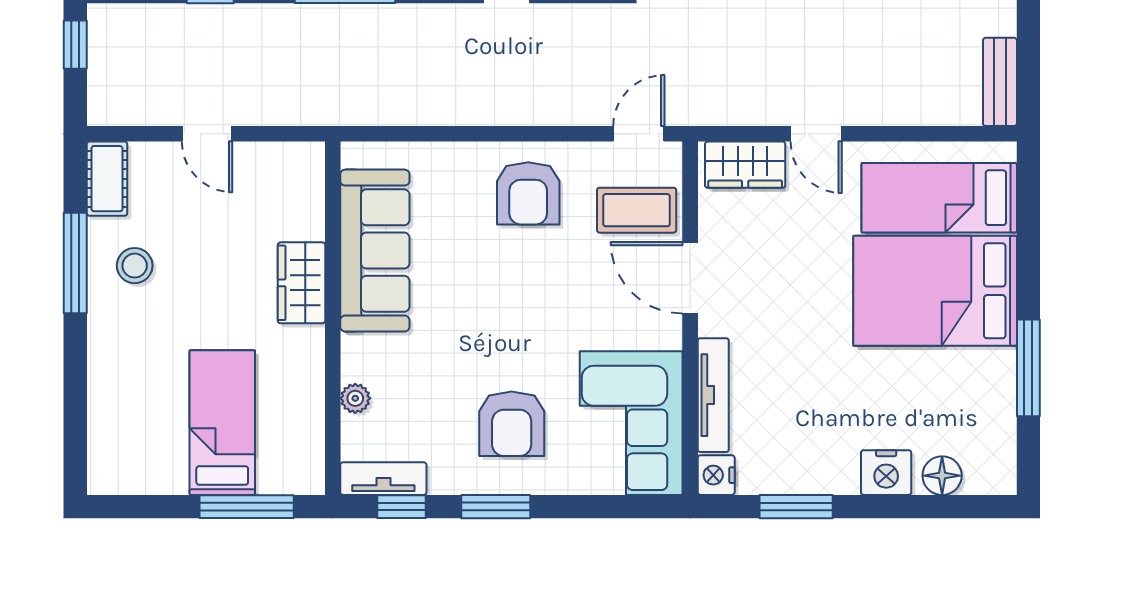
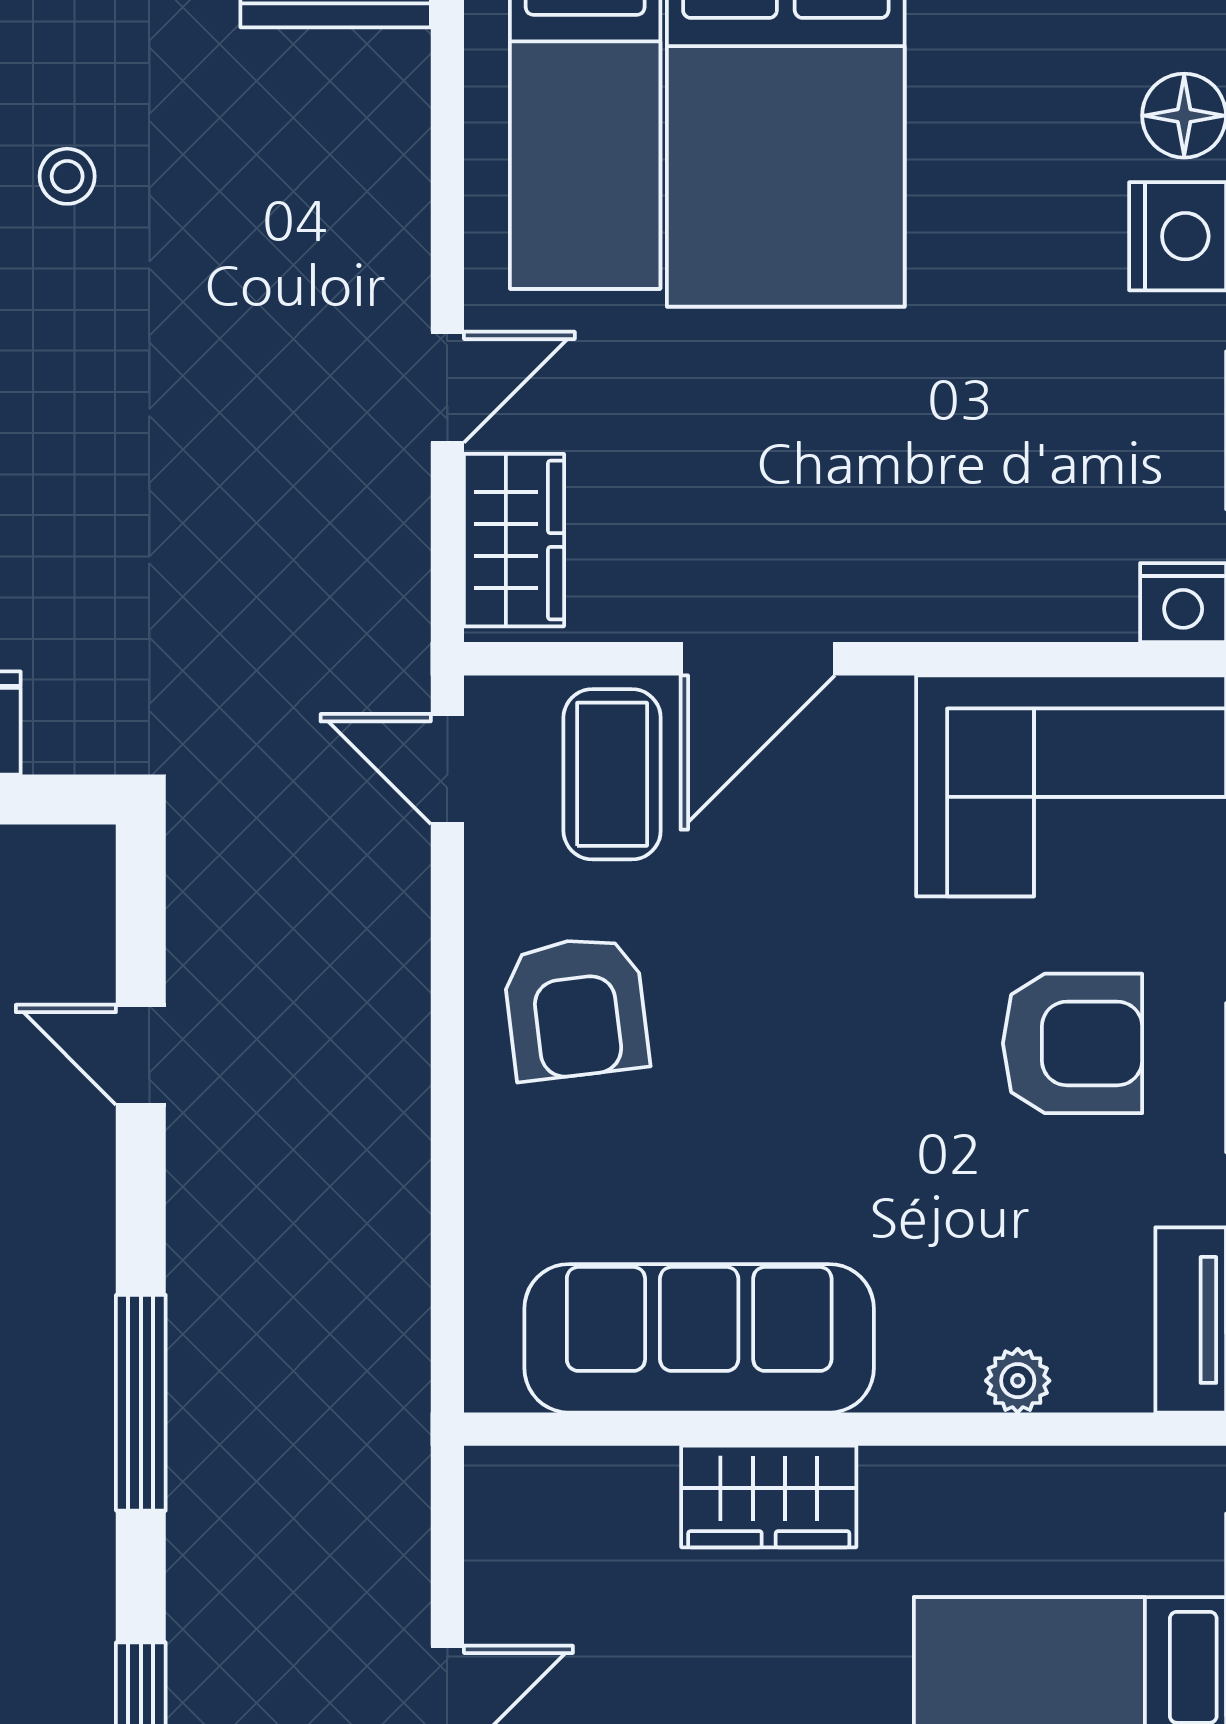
armchair: (528, 193) -> (576, 1008), turned 83
tv unit: (713, 395) -> (1011, 609), removed

